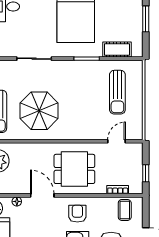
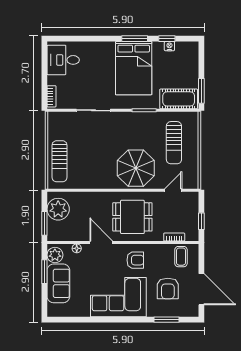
window: (146, 19) -> (201, 91), moved
cot: (117, 49) -> (179, 99), width x1.37, depth x1.34
parasol: (39, 111) -> (136, 168), moved
armchair: (77, 214) -> (135, 260), turned 90

